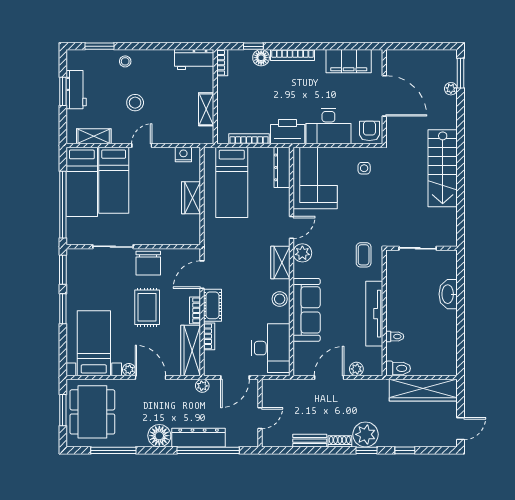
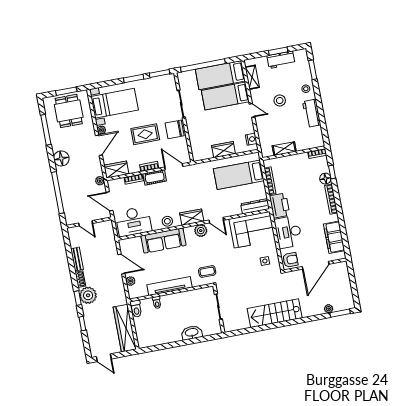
workbench: (194, 60) -> (312, 113), moved
wardrobe: (191, 350) -> (116, 170), width x0.67
dining table: (92, 412) -> (69, 111), width x0.73
dresser: (199, 438) -> (65, 185), removed

